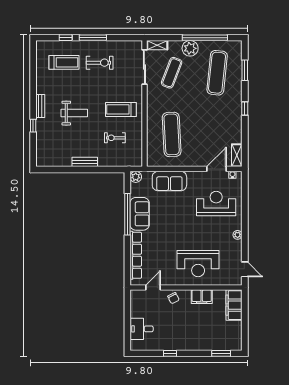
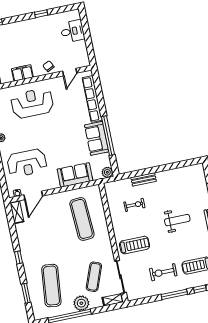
treadmill: (121, 109) -> (134, 245), moved
weight bench: (74, 113) -> (177, 220), turned 180
bench: (85, 162) -> (144, 179), moved

